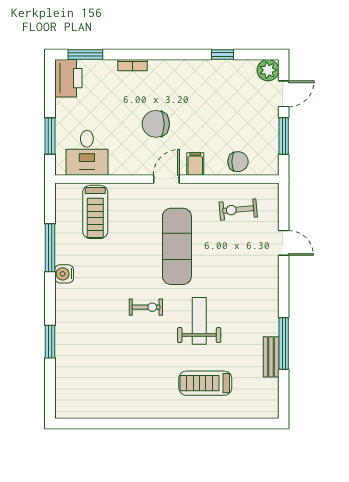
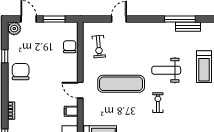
chair: (156, 124) -> (21, 72), moved, turned 180
filing cabinet: (195, 164) -> (71, 111), moved

